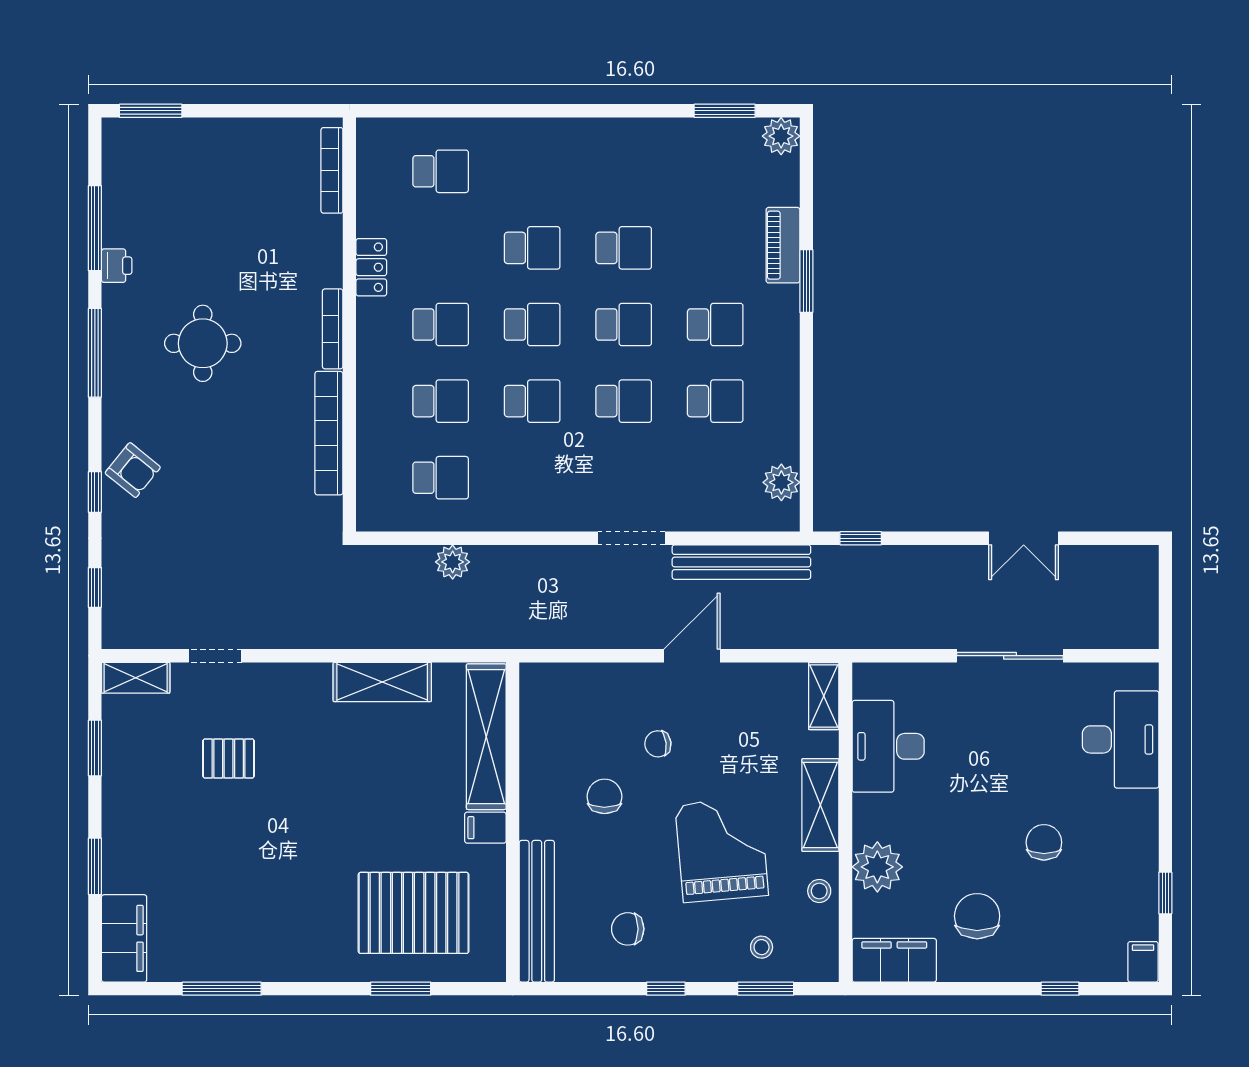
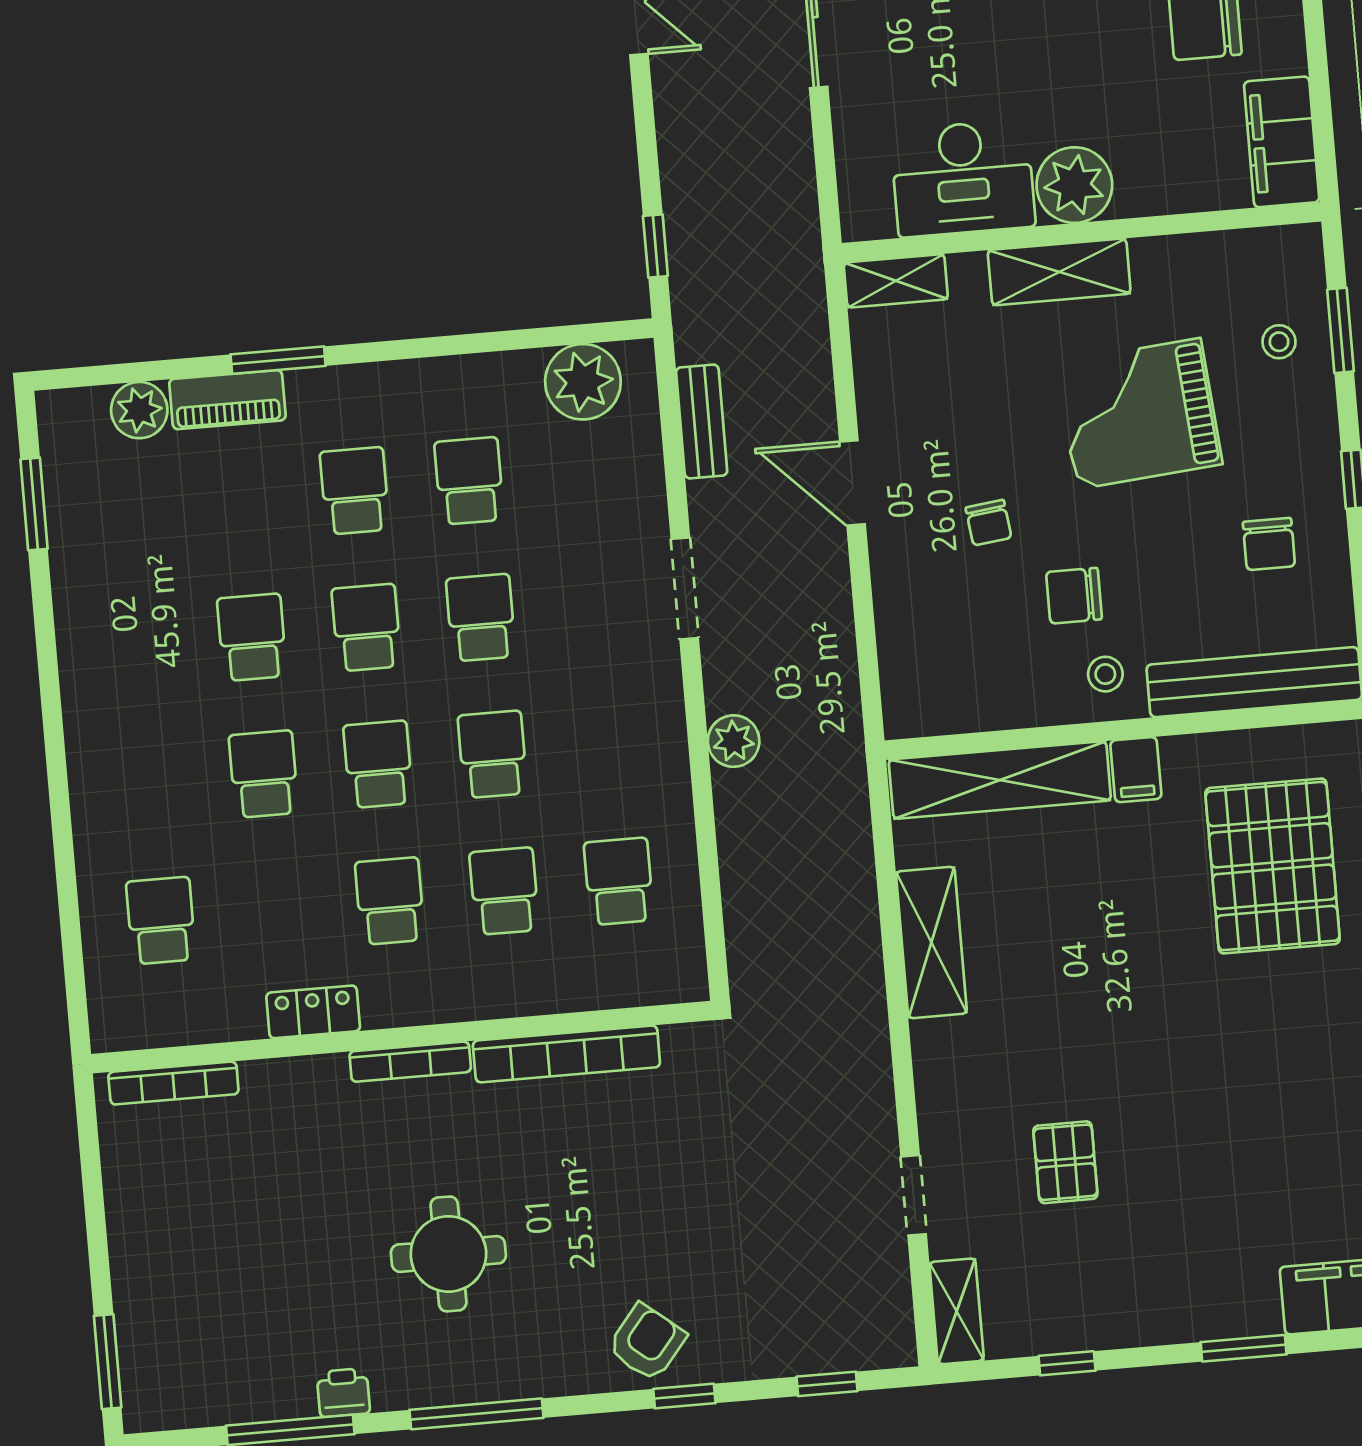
plant: (781, 136) -> (139, 410), moved
plant: (781, 482) -> (583, 382), width x1.36, depth x1.36
plant: (453, 562) -> (734, 741), moved
bench: (741, 562) -> (702, 421), width x0.54, depth x0.82
window: (95, 748) -> (1067, 1363), width x0.67
plant: (877, 867) -> (1074, 185), moved
stool: (819, 891) -> (1105, 674), moved

